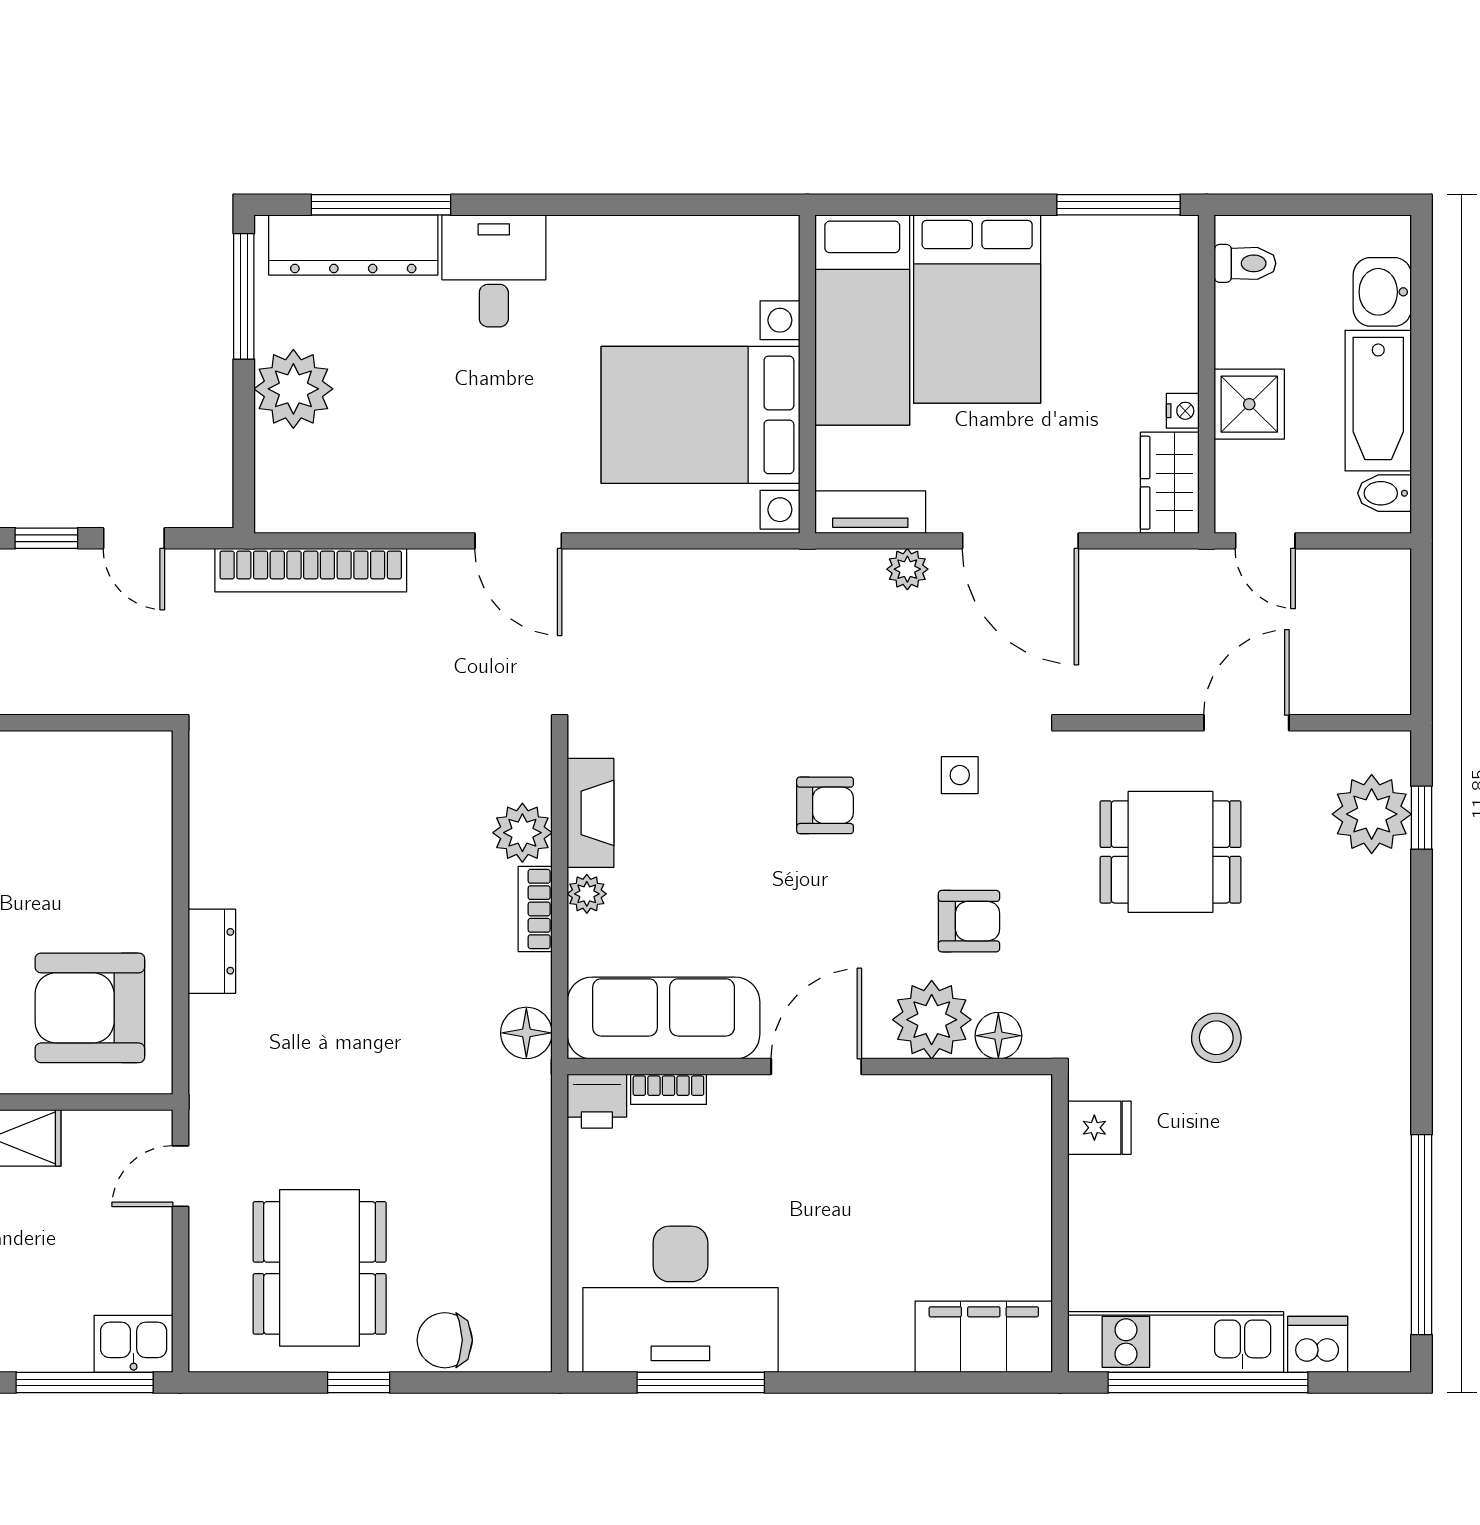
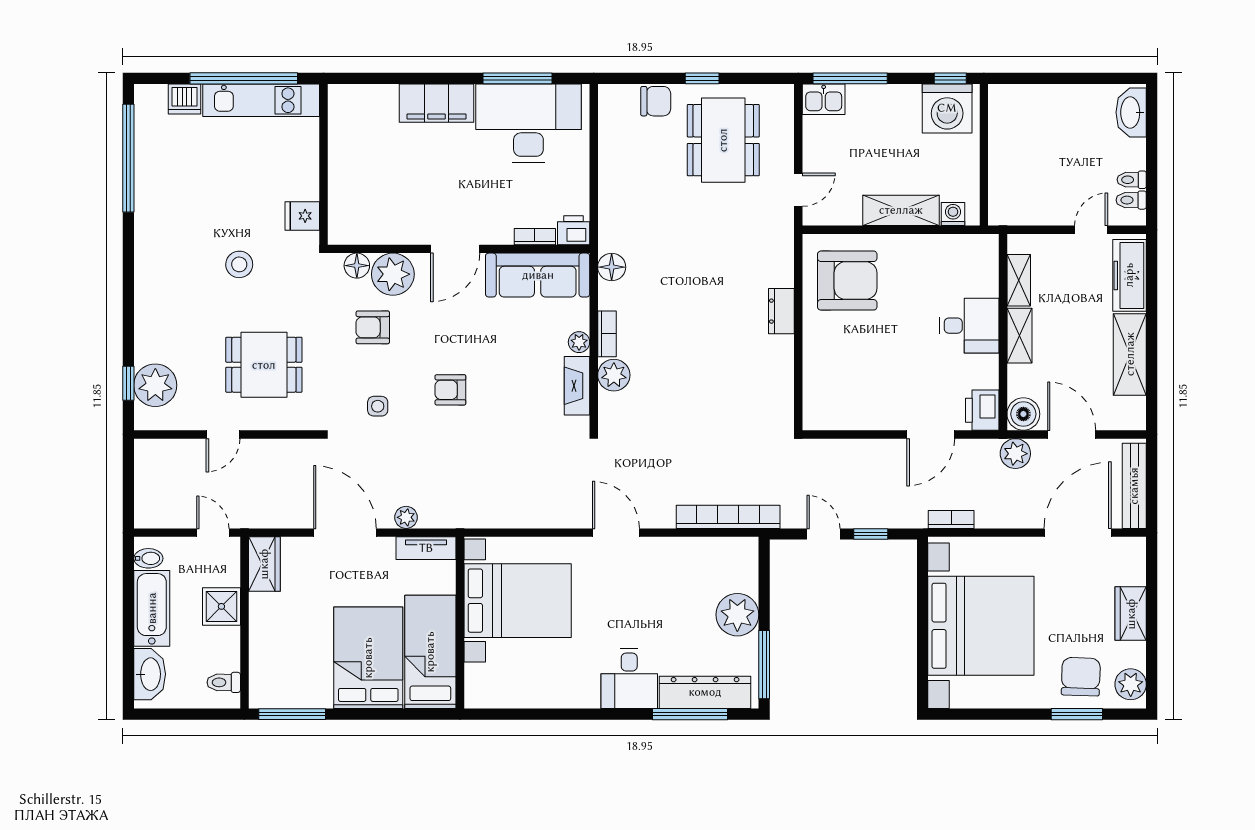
washbasin: (1382, 292) -> (150, 674), width x1.38
nightstand: (1183, 411) -> (257, 603), removed
door: (1246, 723) -> (223, 434), width x0.73
filing cabinet: (984, 1337) -> (437, 103), moved

